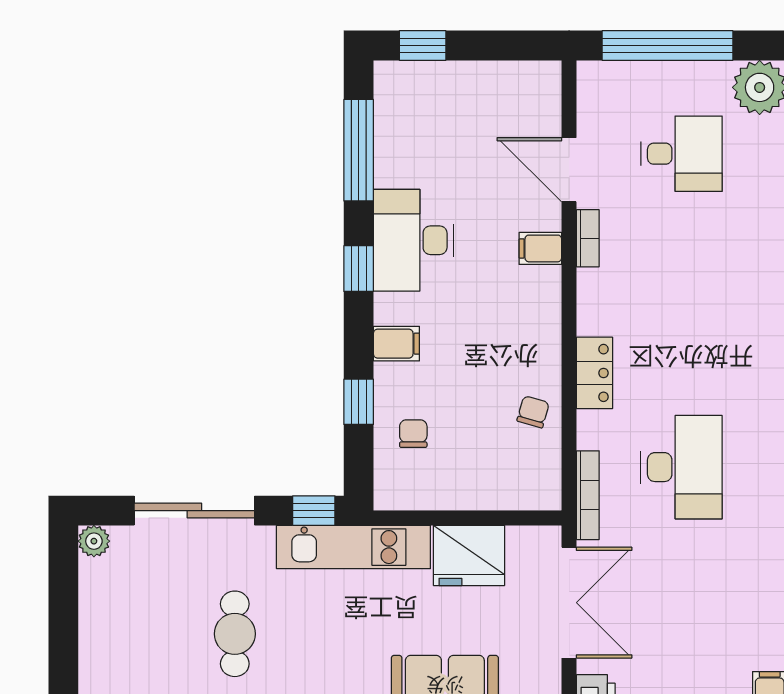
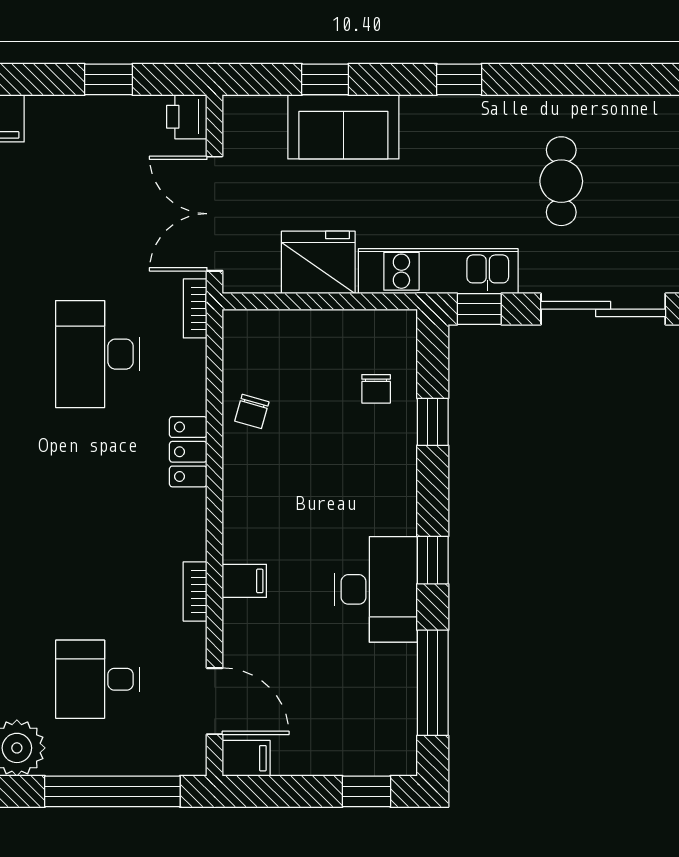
door: (569, 170) -> (215, 701), moved
filing cabinet: (396, 344) -> (246, 758), moved, turned 180
bookcase: (588, 495) -> (195, 308), width x0.64

